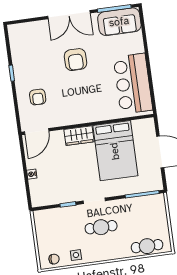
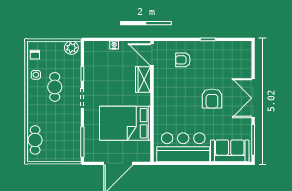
sofa: (119, 22) -> (230, 151), moved, turned 90
armchair: (75, 60) -> (212, 99), turned -90
wardrobe: (79, 136) -> (143, 79), moved
plant: (41, 220) -> (71, 48), added
cafe table: (101, 227) -> (55, 87), moved

